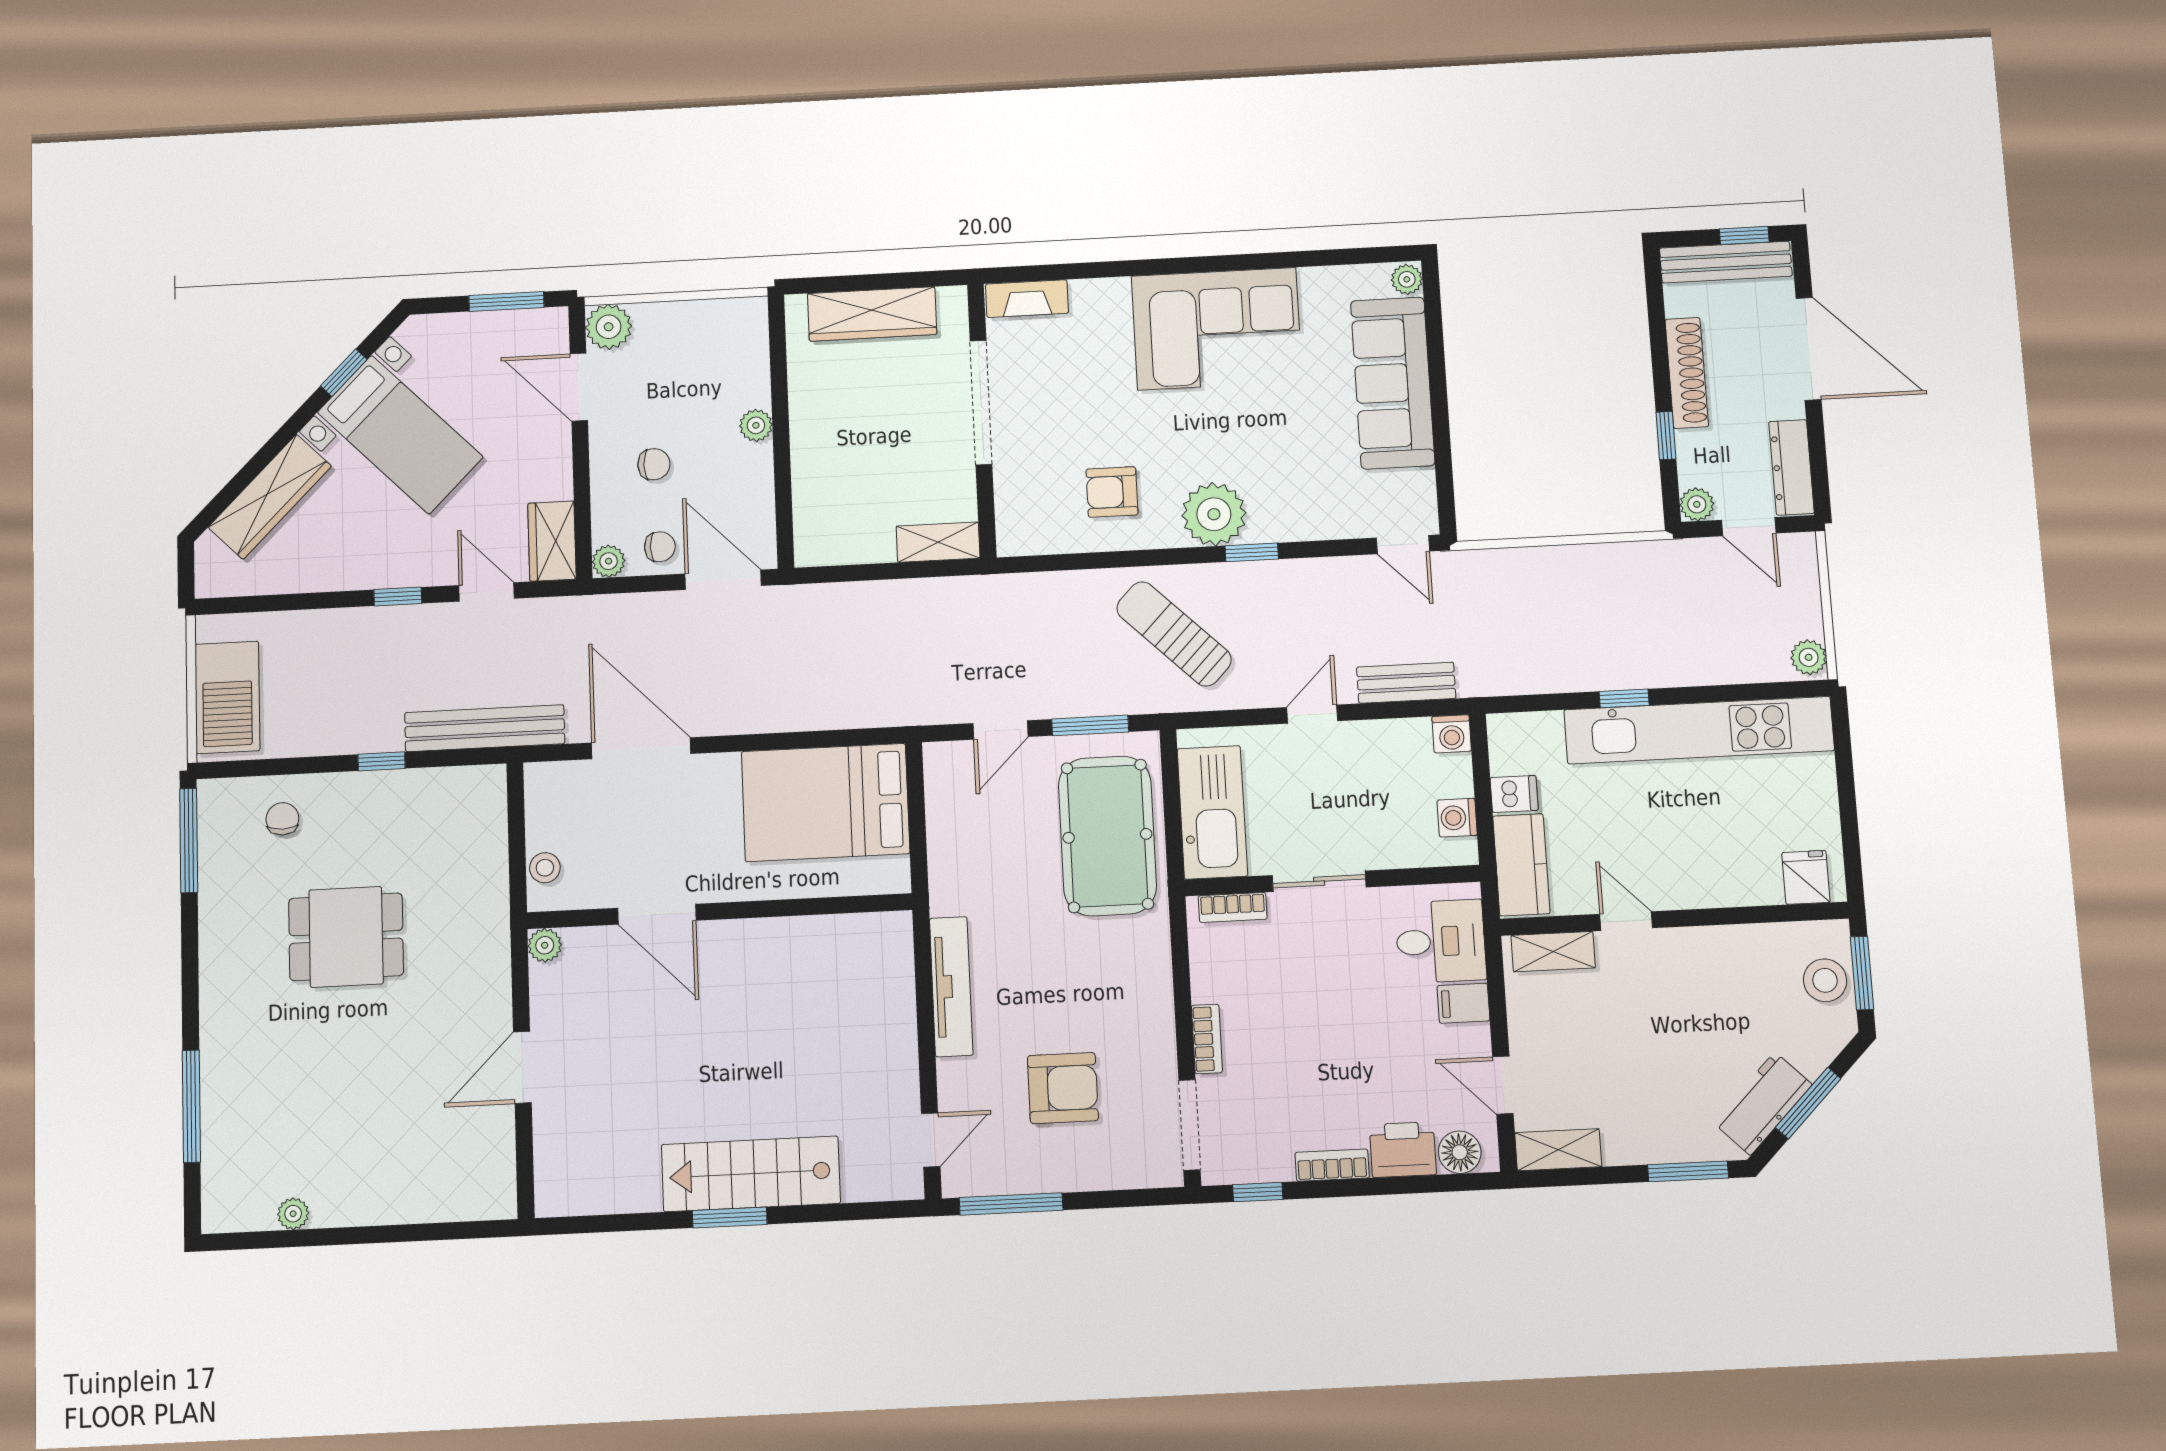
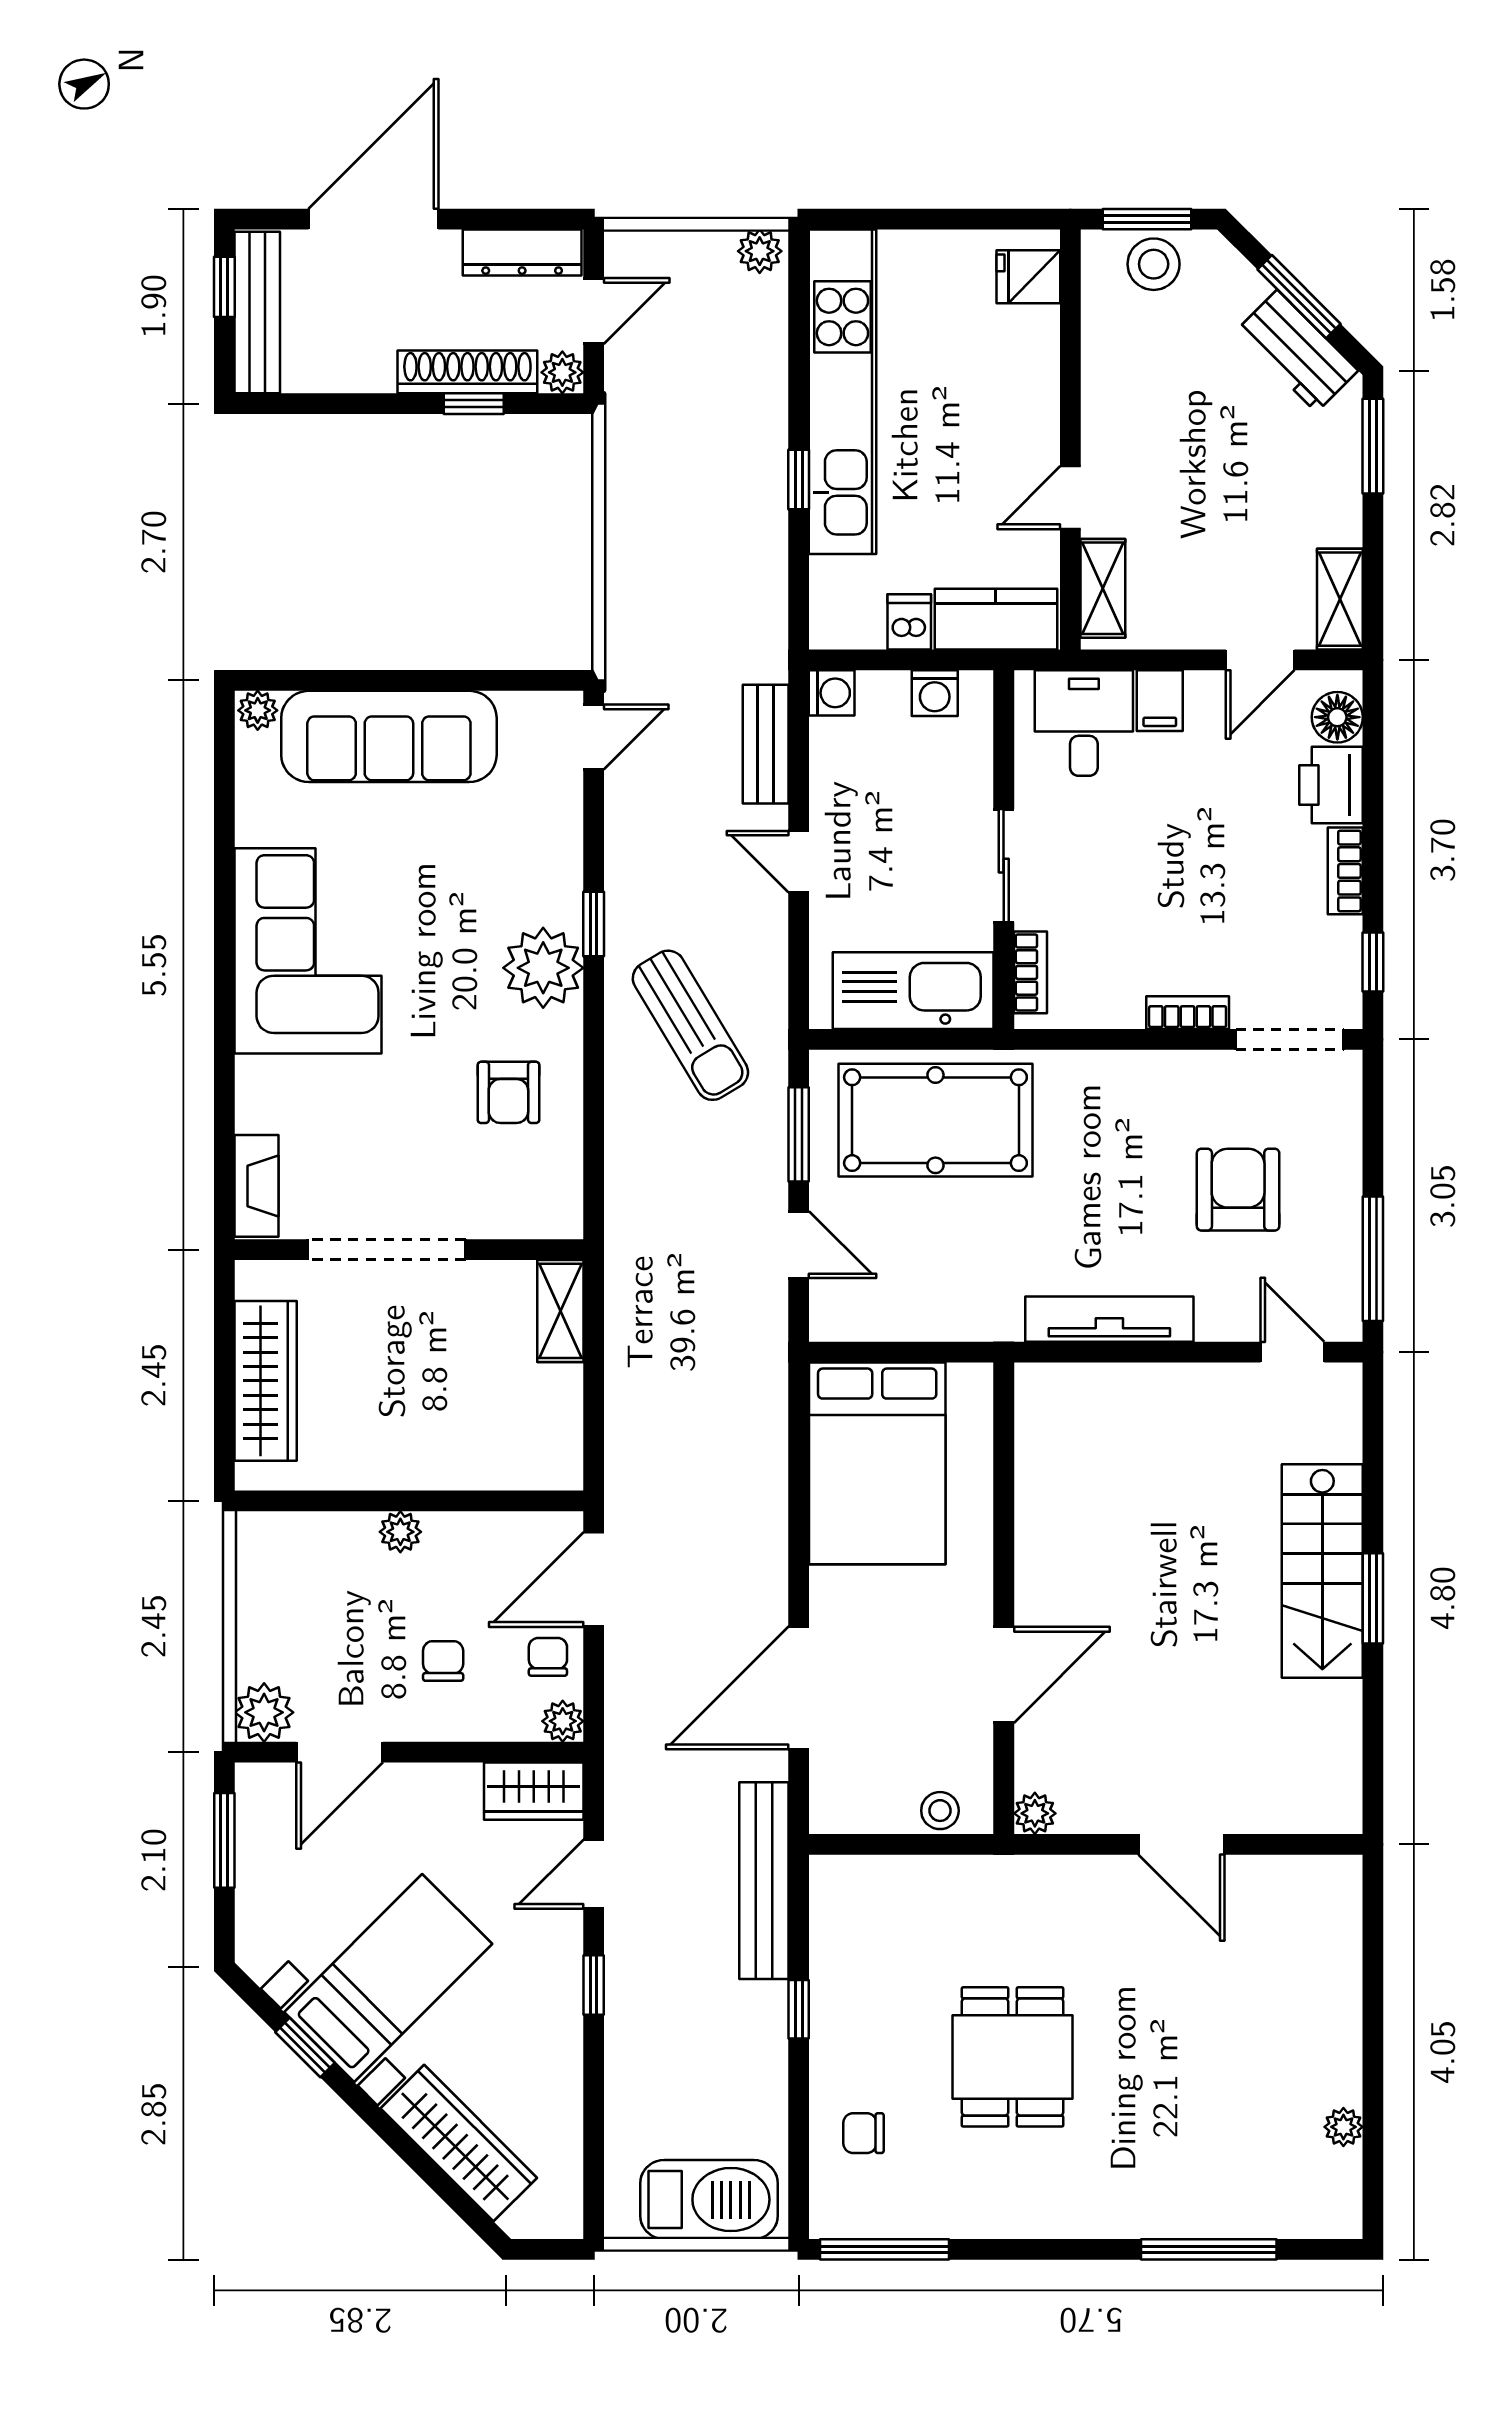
shoe rack: (1687, 373) -> (467, 372), moved
sun lounger: (1174, 634) -> (690, 1025), turned -75

